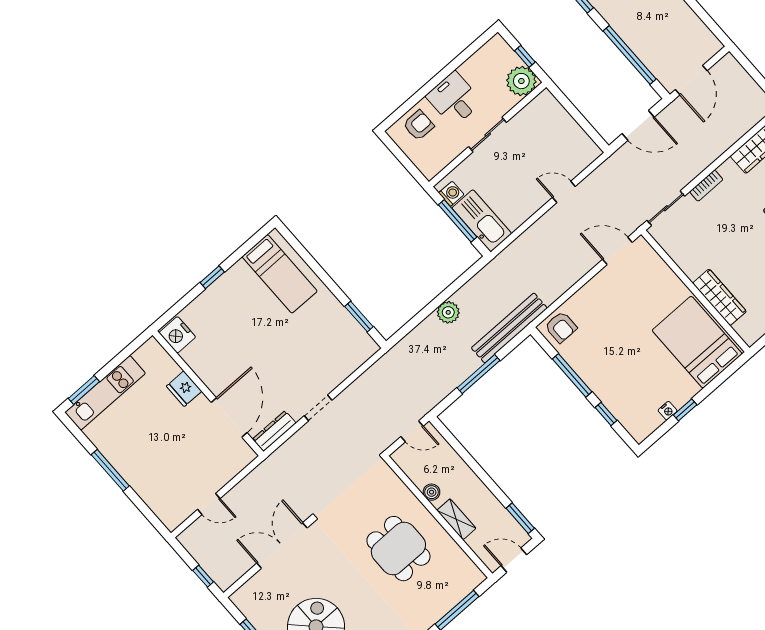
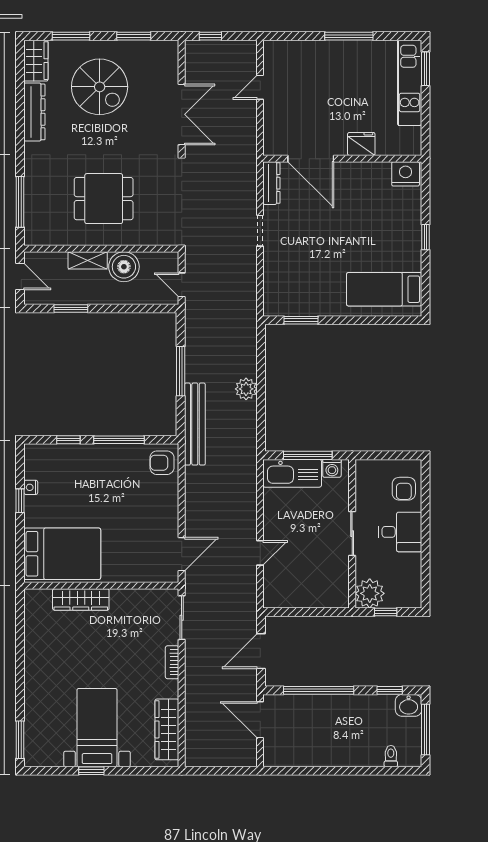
door: (412, 431) -> (182, 285), hinge flipped
boiler: (432, 492) -> (124, 267), width x1.86, depth x1.86
window: (520, 518) -> (71, 308), moved
door: (514, 560) -> (20, 276), hinge flipped

